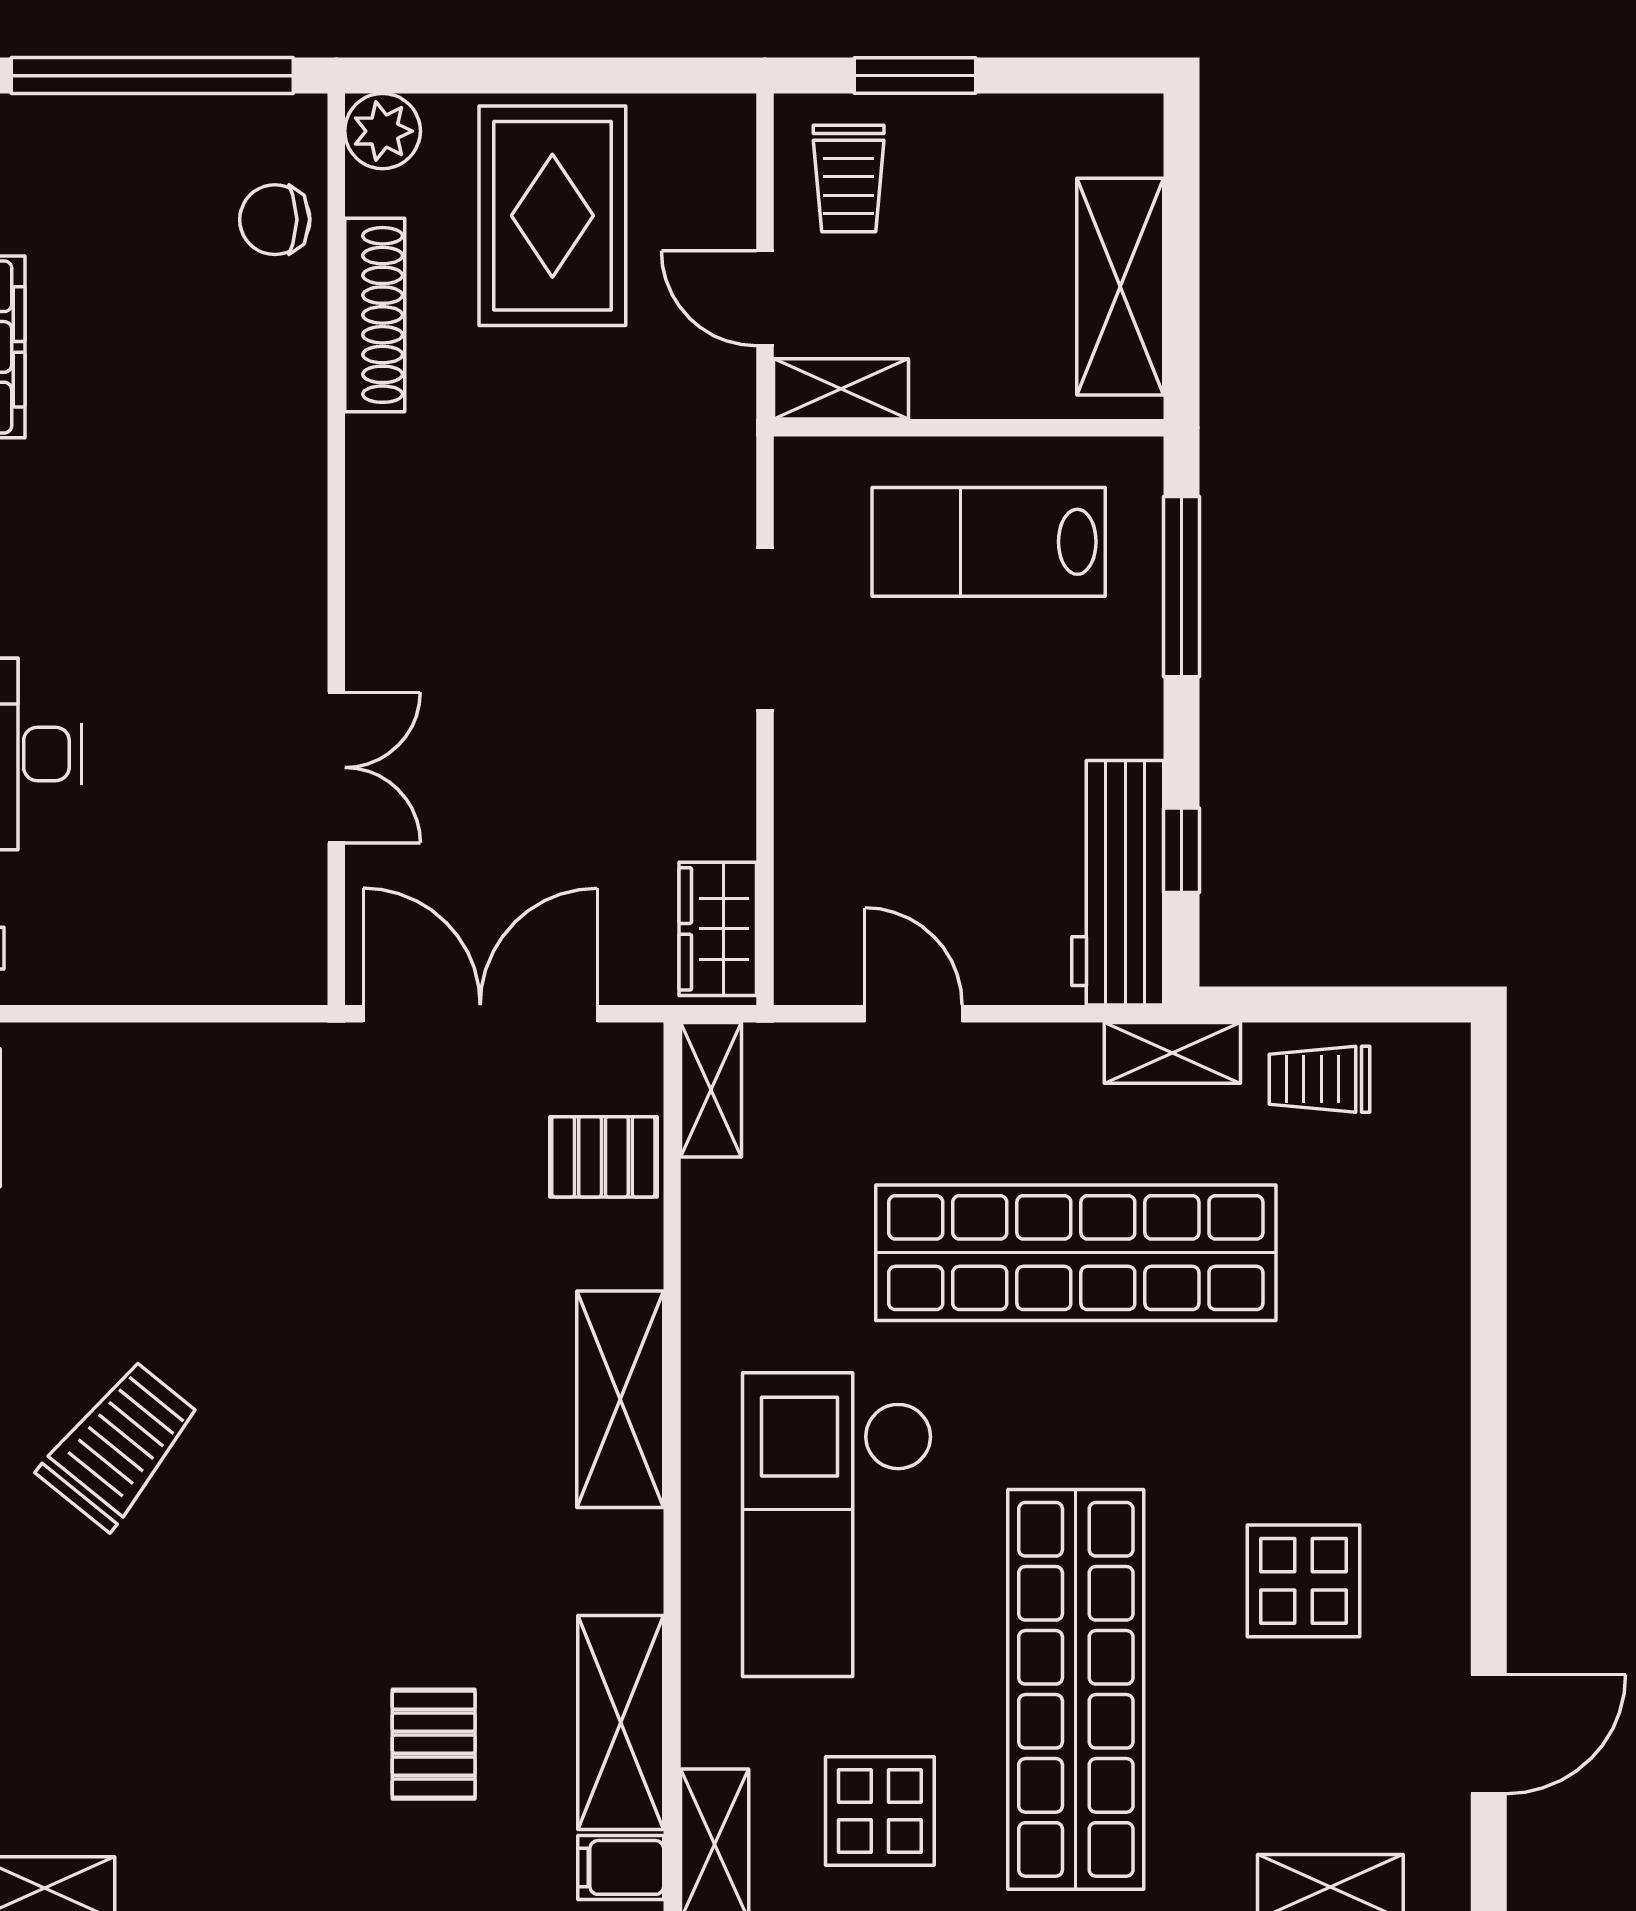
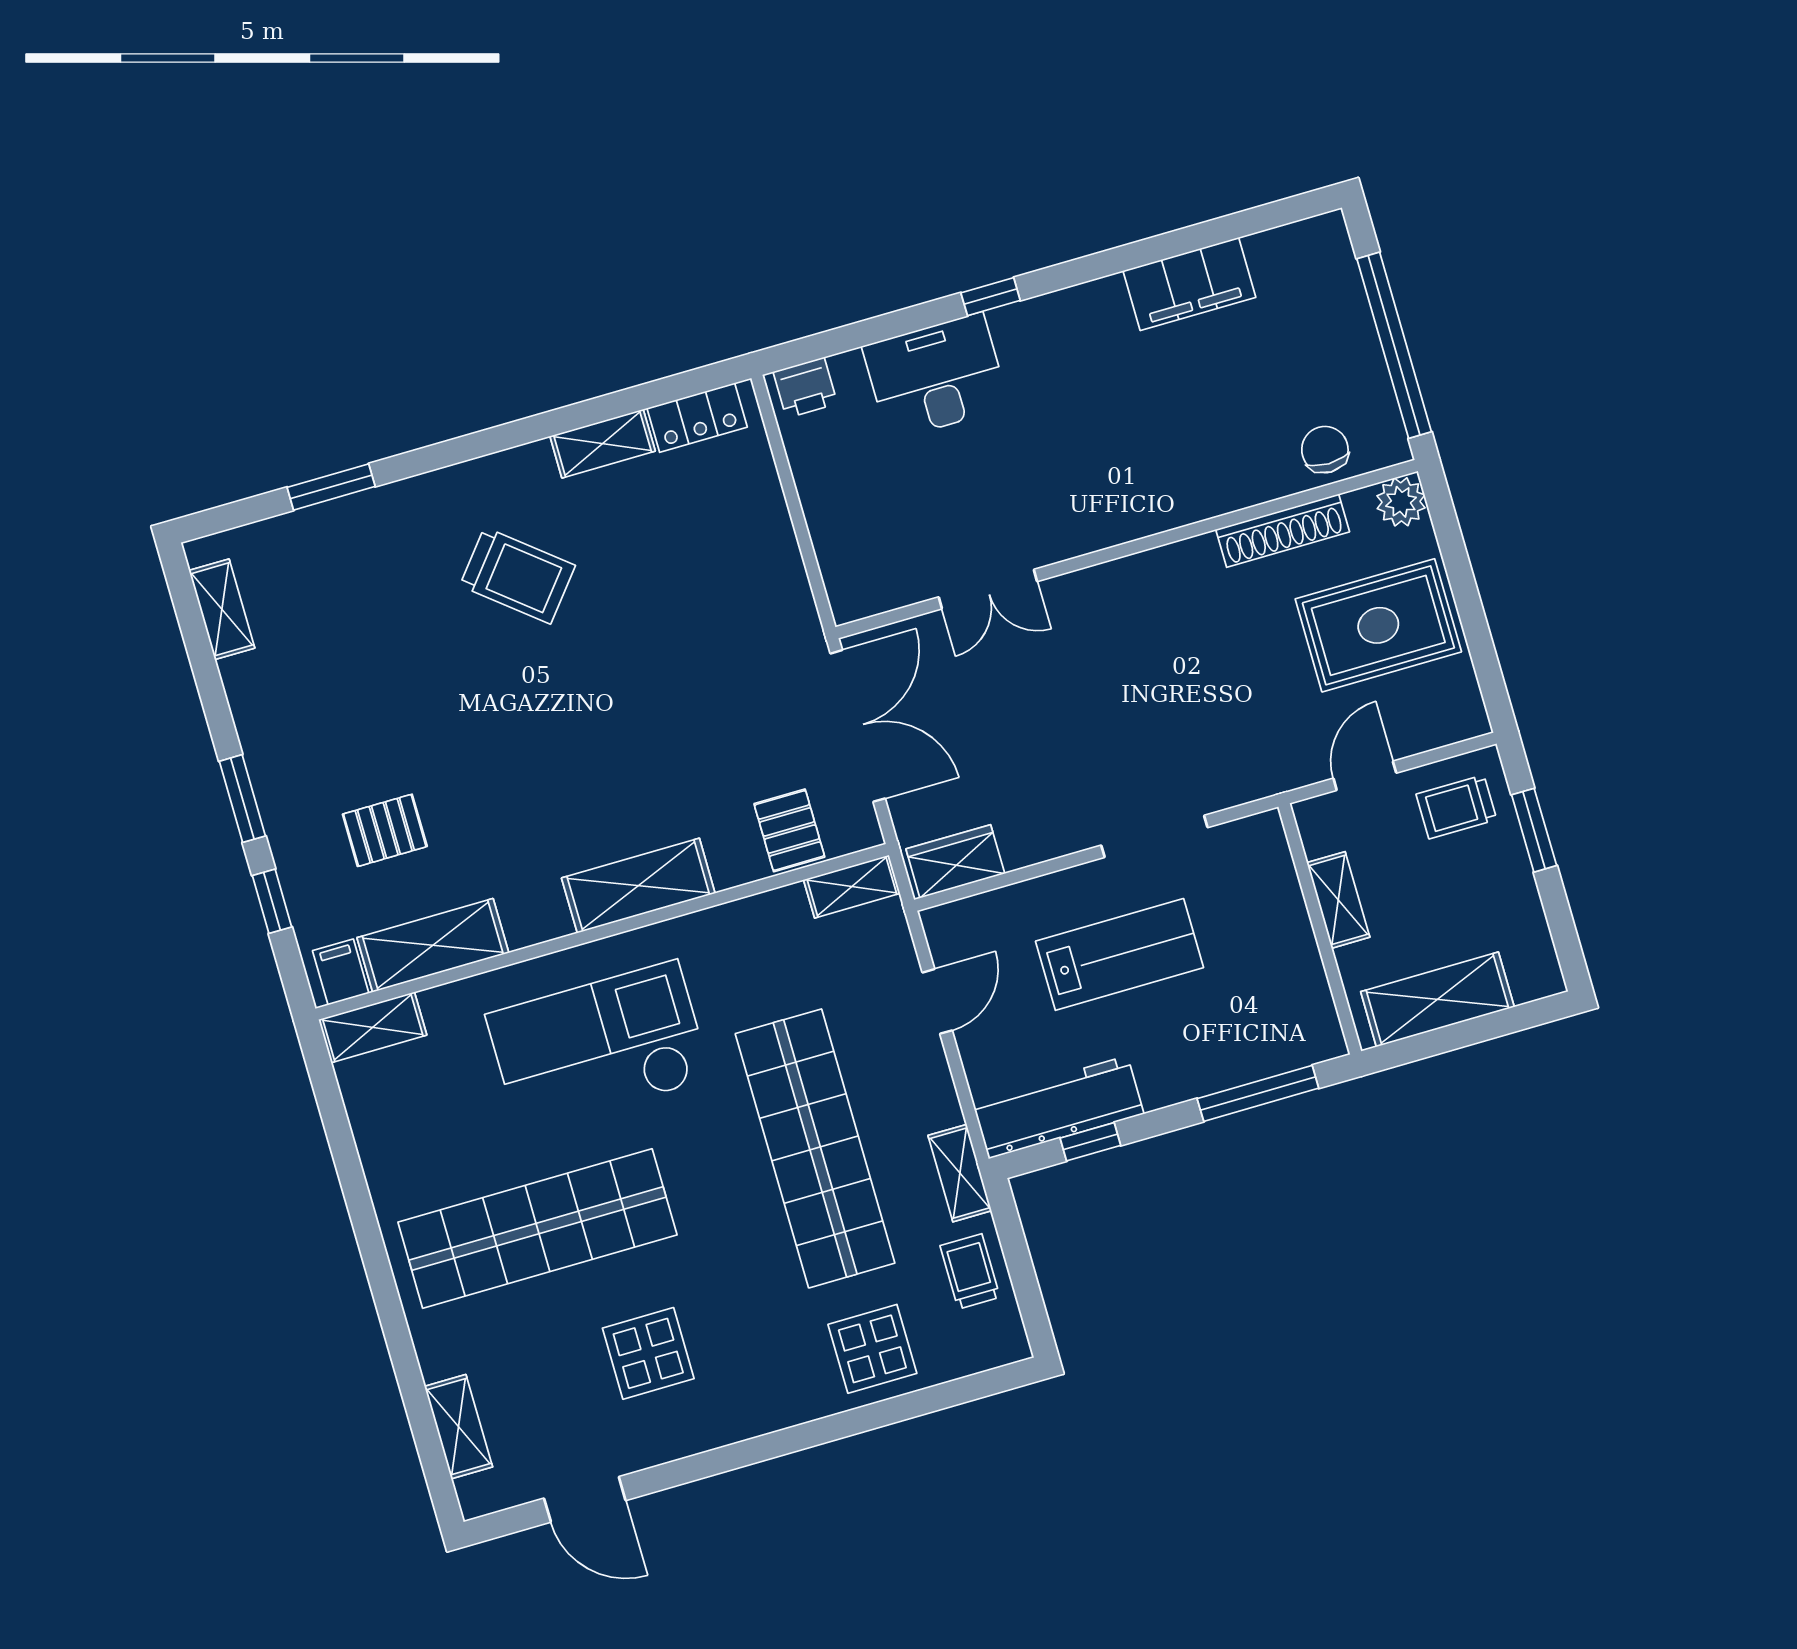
shelving: (841, 389) -> (1338, 900), moved
lab bench: (989, 542) -> (1119, 954), moved, turned 90
display table: (880, 1811) -> (872, 1349), moved

